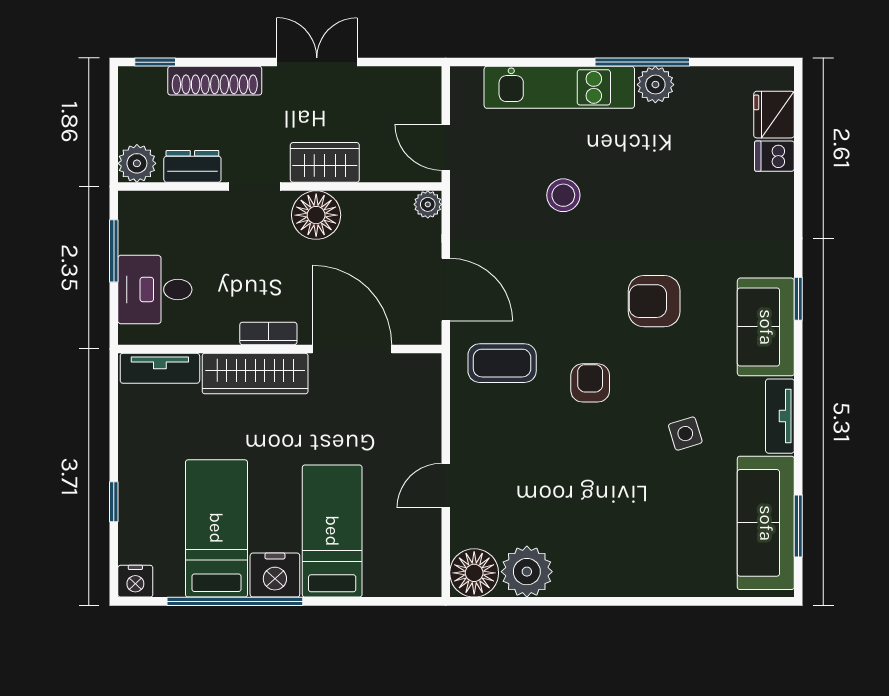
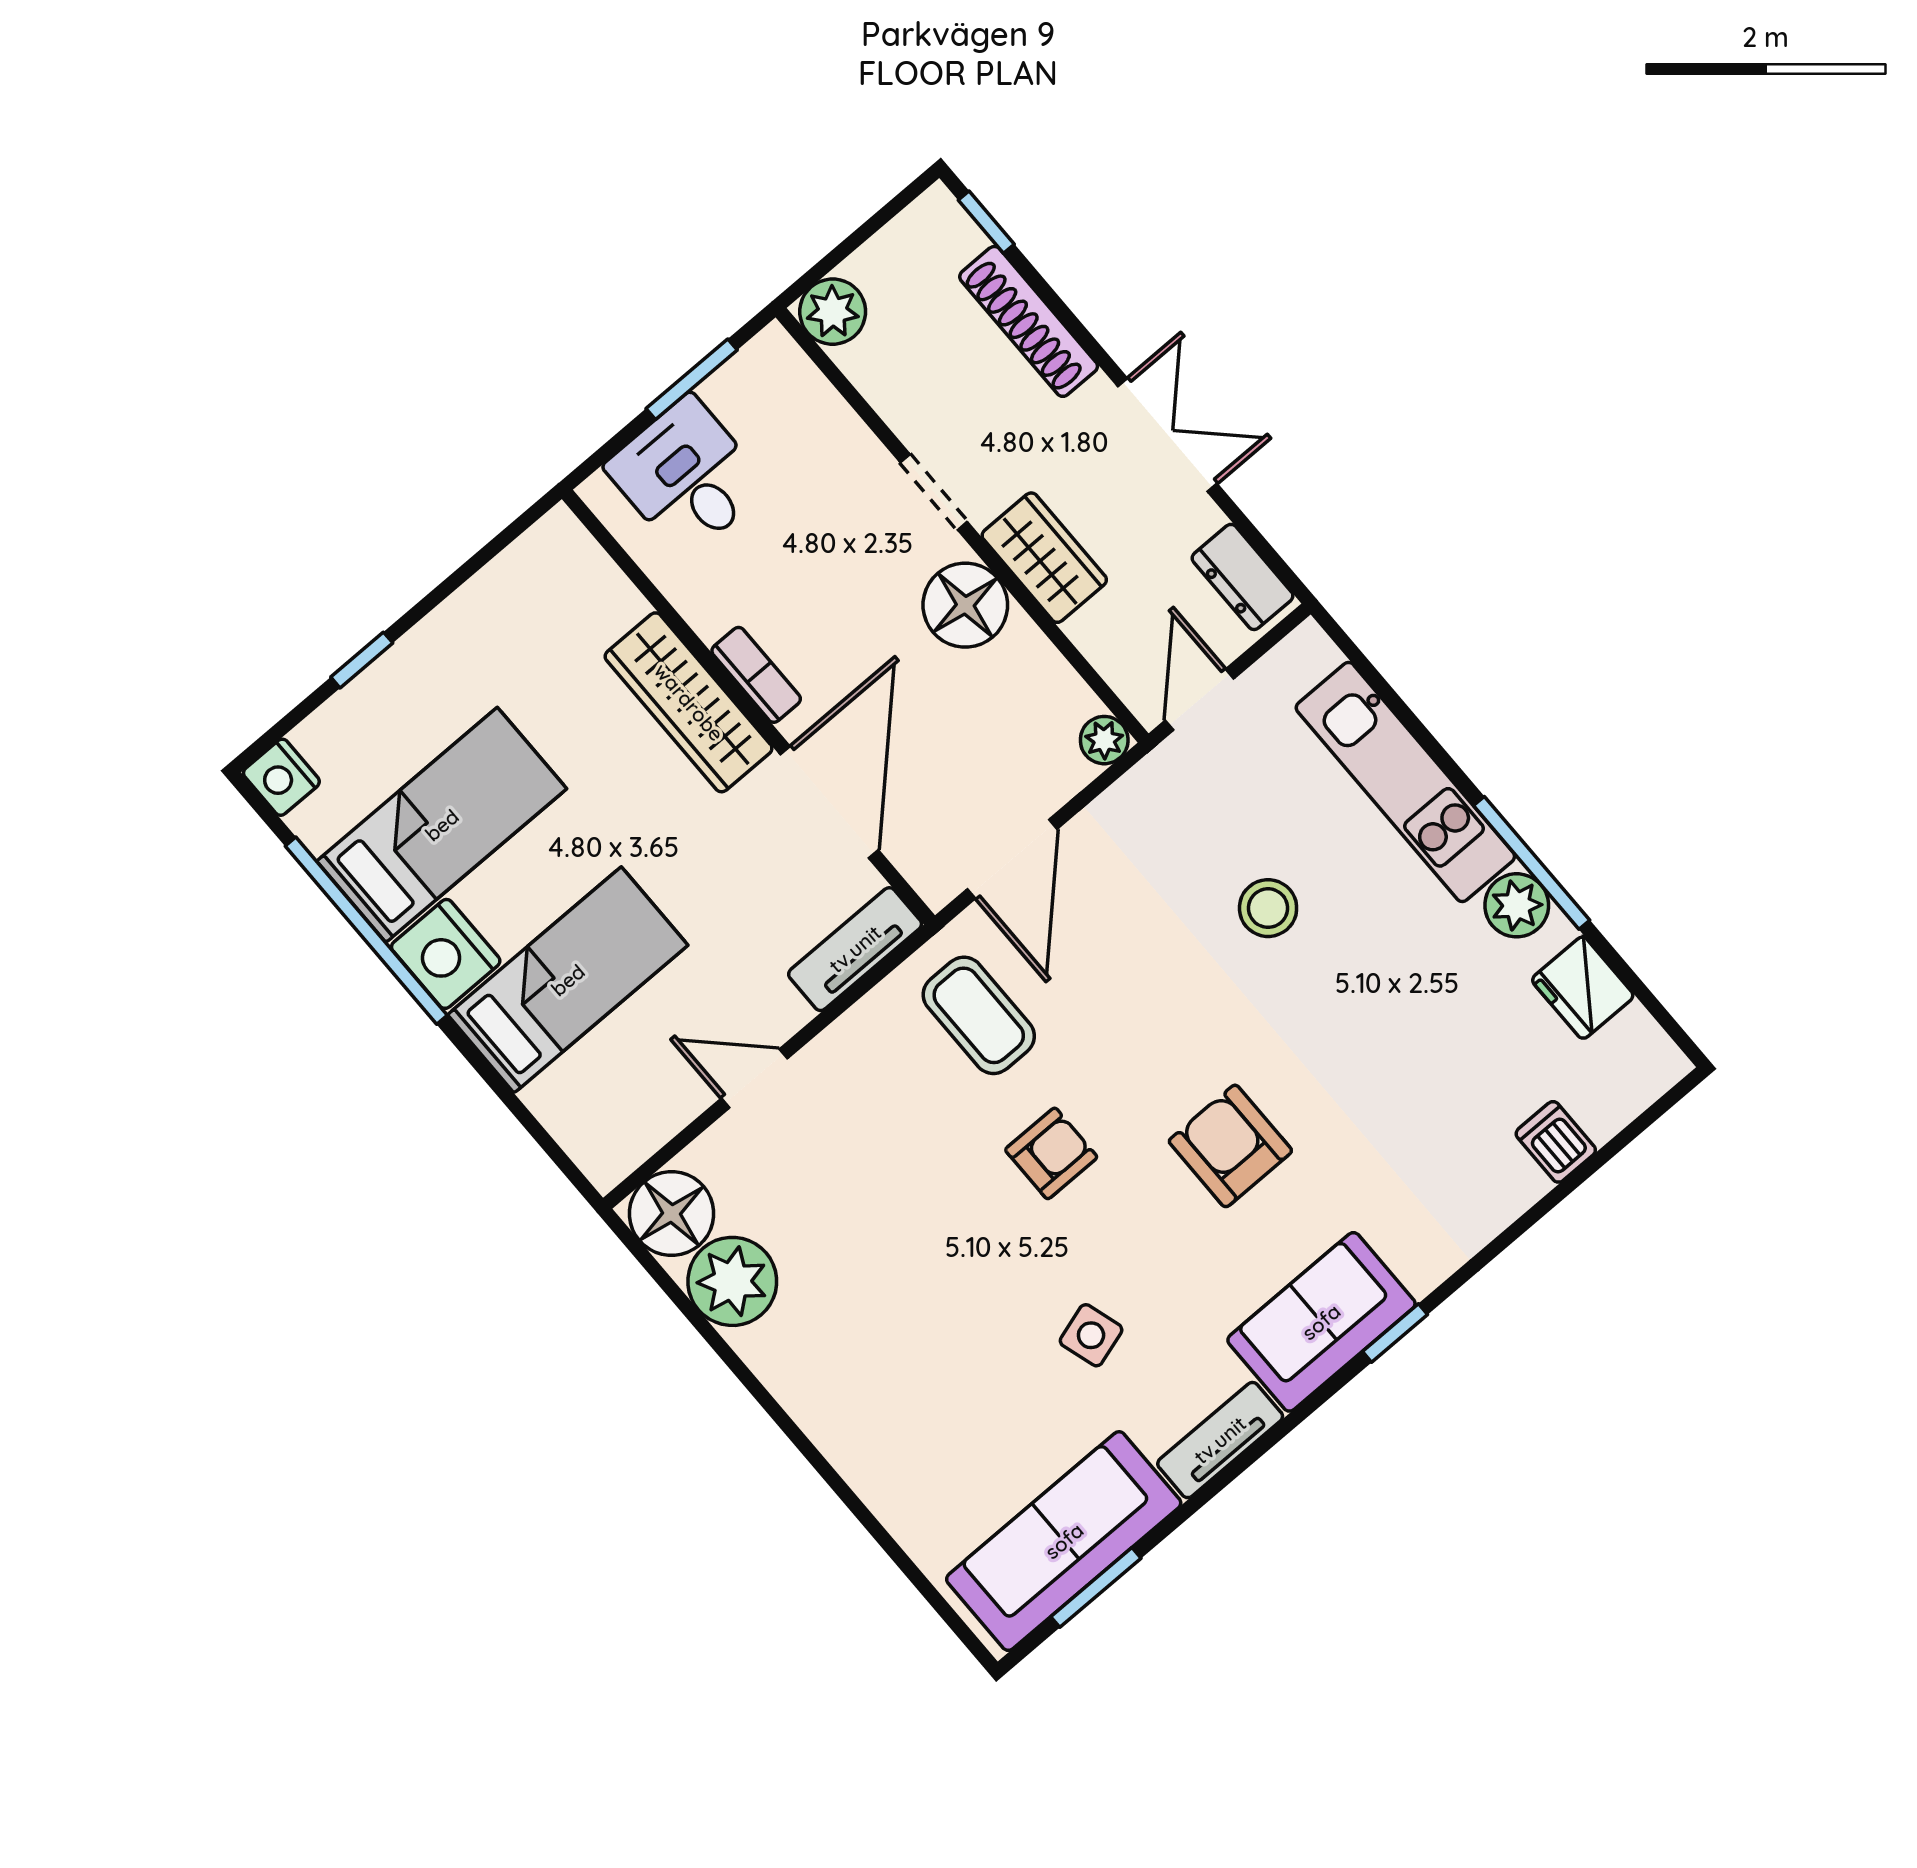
fridge: (774, 115) -> (1583, 988), moved, turned -90
dresser: (192, 166) -> (1242, 577), moved, turned 180
tv unit: (160, 368) -> (855, 949), moved, turned 90

